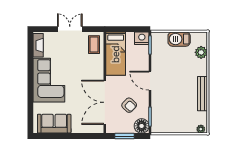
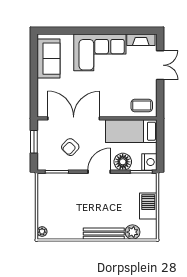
double door: (70, 29) -> (160, 65), moved
bench: (203, 94) -> (104, 234), moved
floor lamp: (142, 126) -> (123, 162), moved

